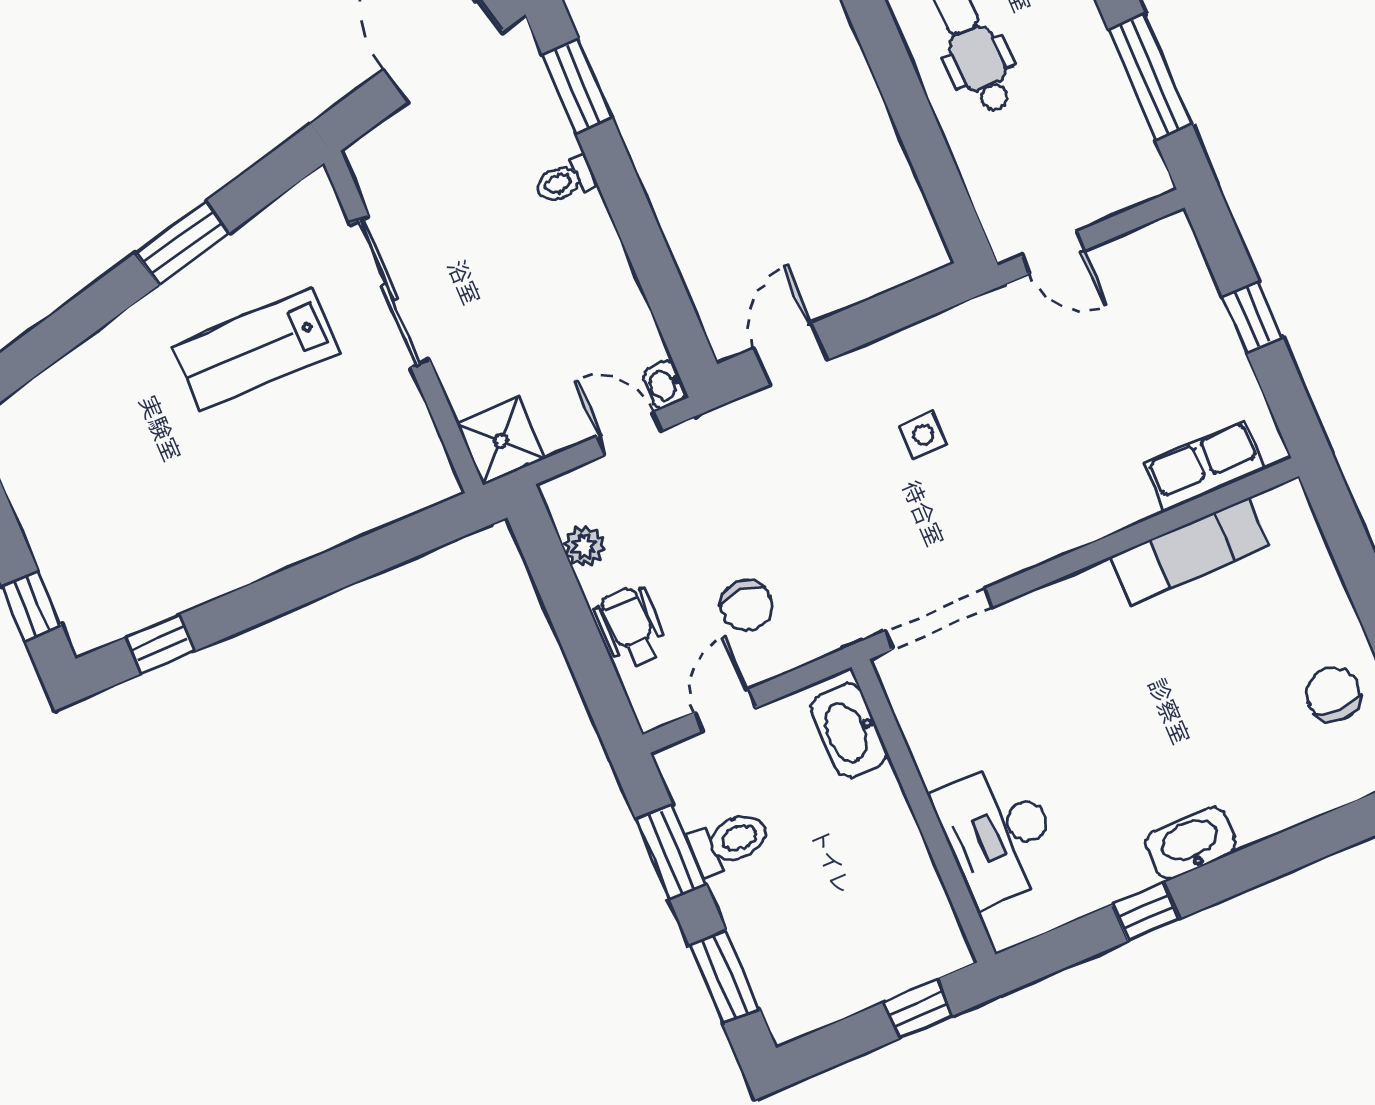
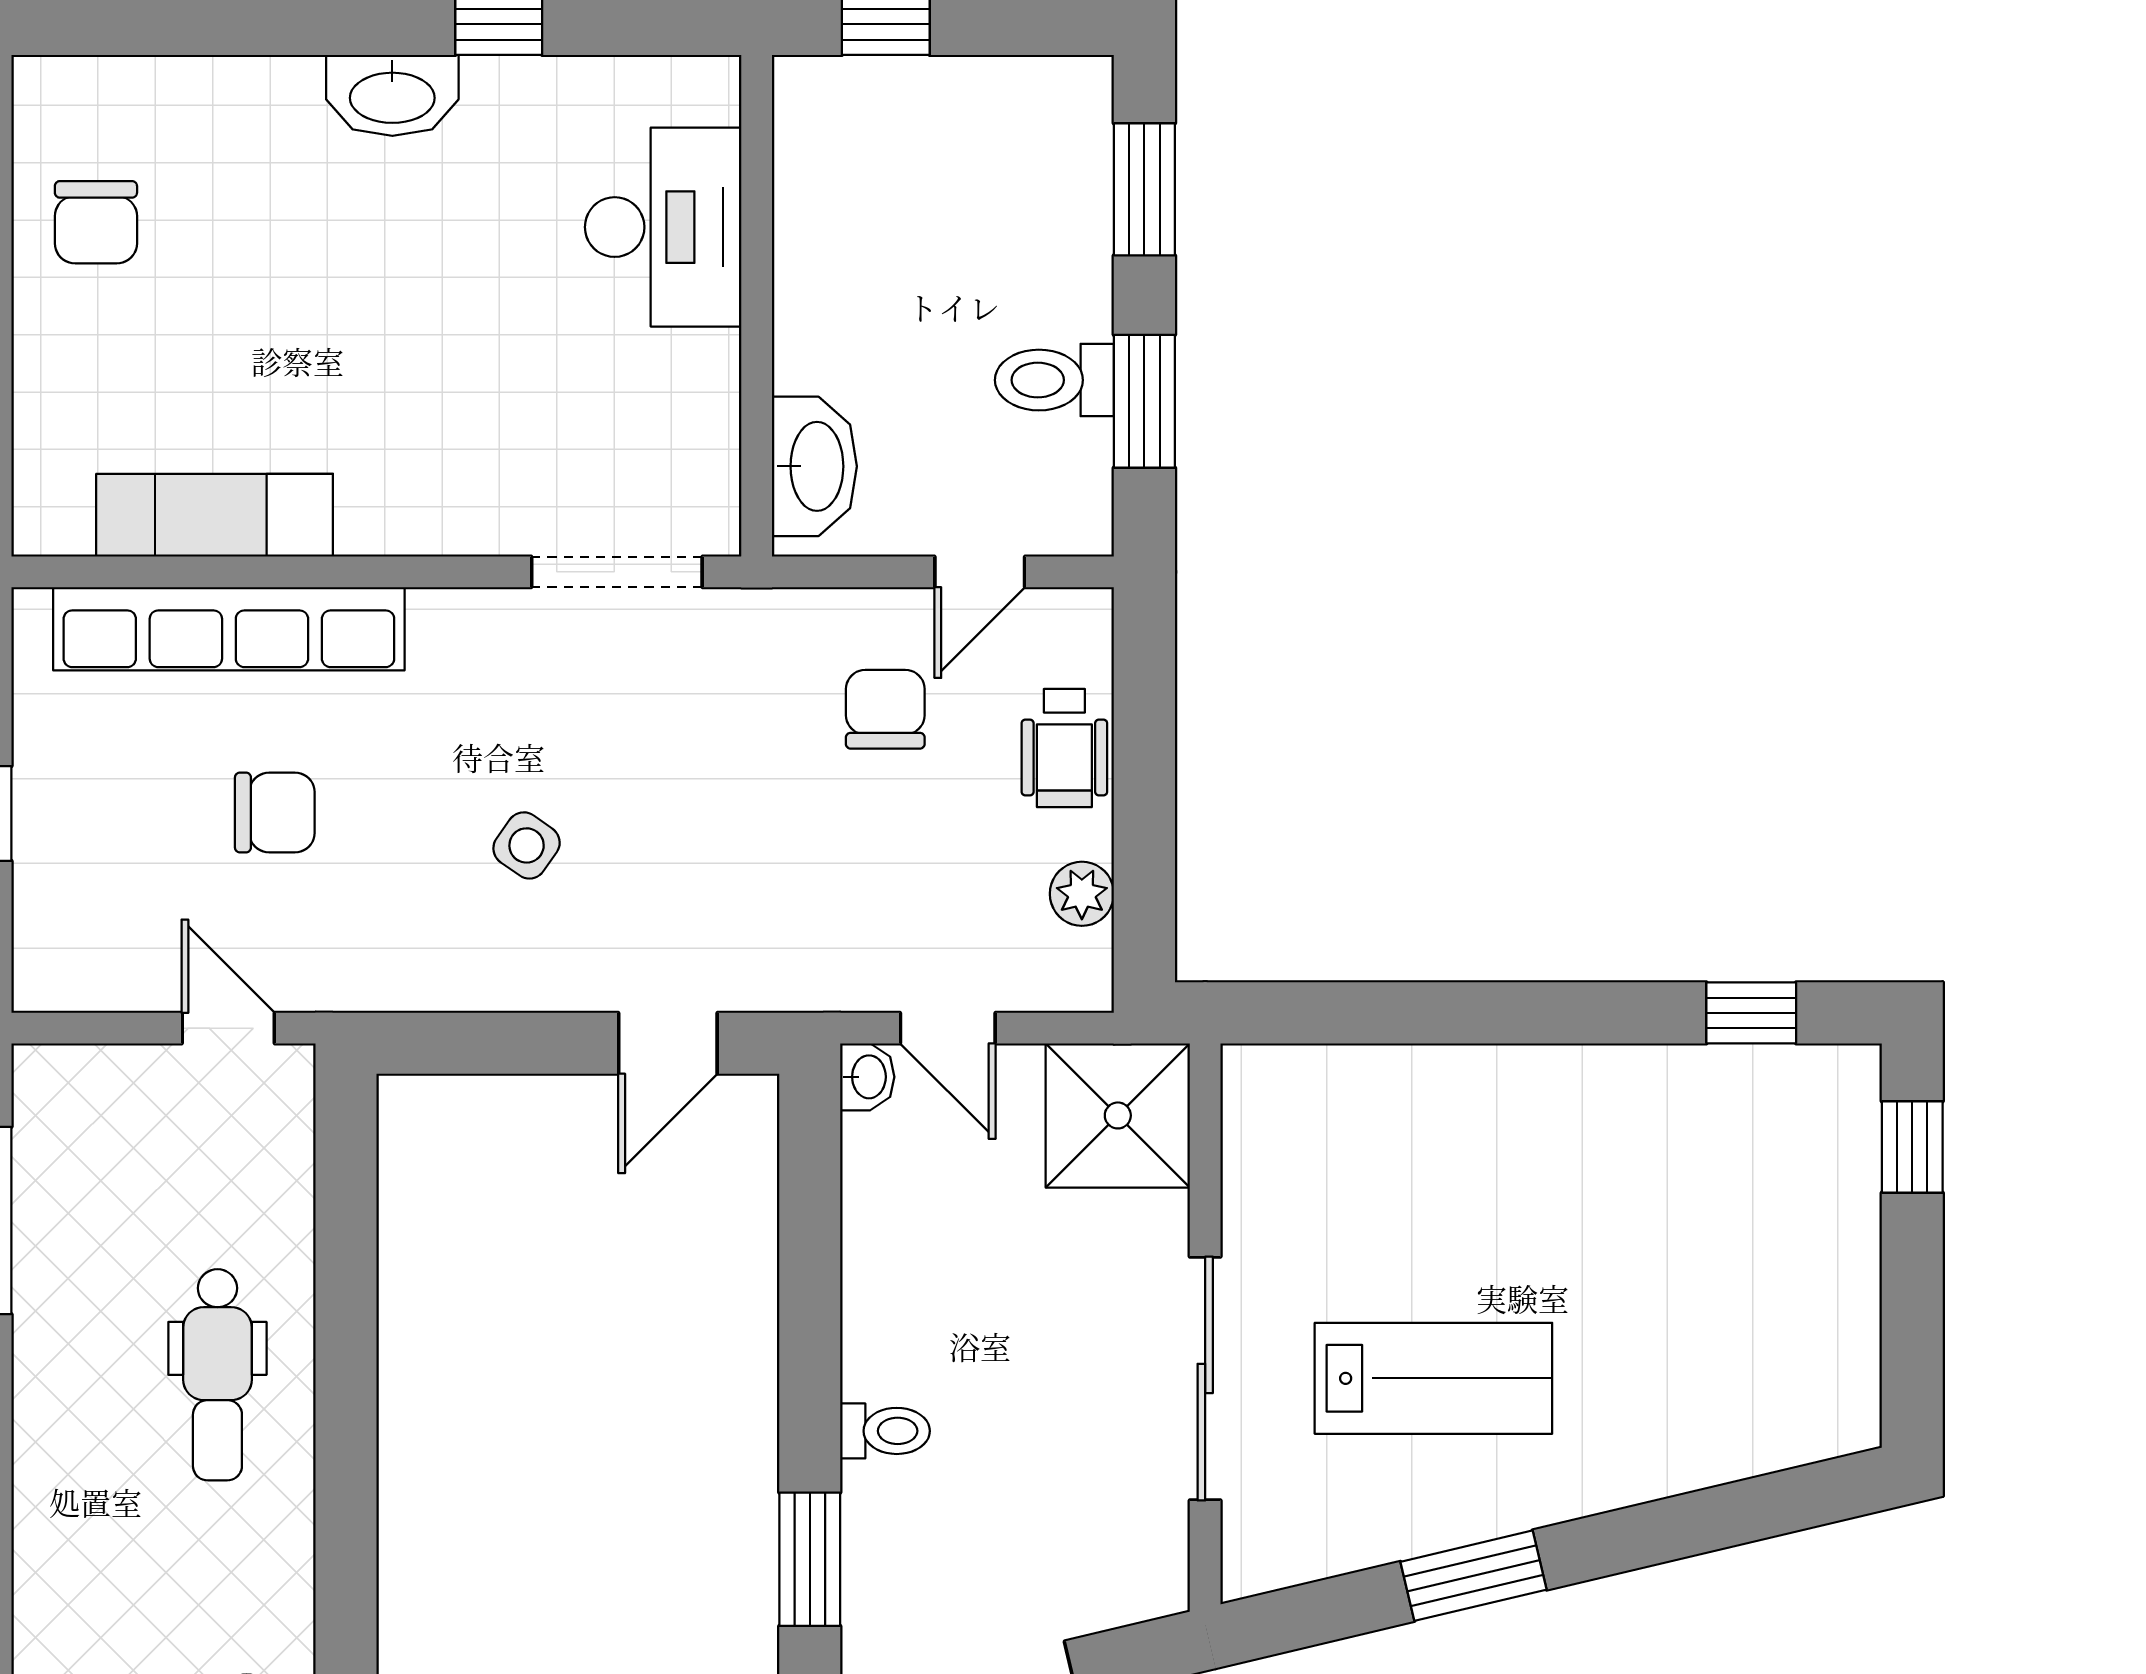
chair: (1080, 391) -> (275, 812), added
side table: (923, 435) -> (527, 845), turned 35
shower: (501, 441) -> (1118, 1115), width x1.36, depth x1.36
row of seats: (1205, 466) -> (229, 629), width x2.02

